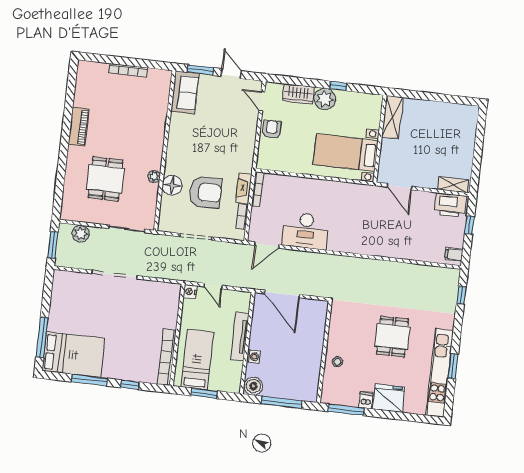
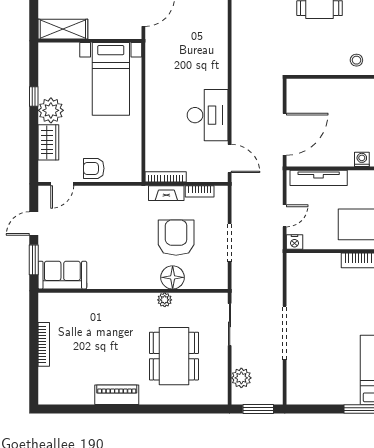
dining table: (106, 179) -> (174, 356), width x1.38
tv unit: (240, 336) -> (319, 178), moved

